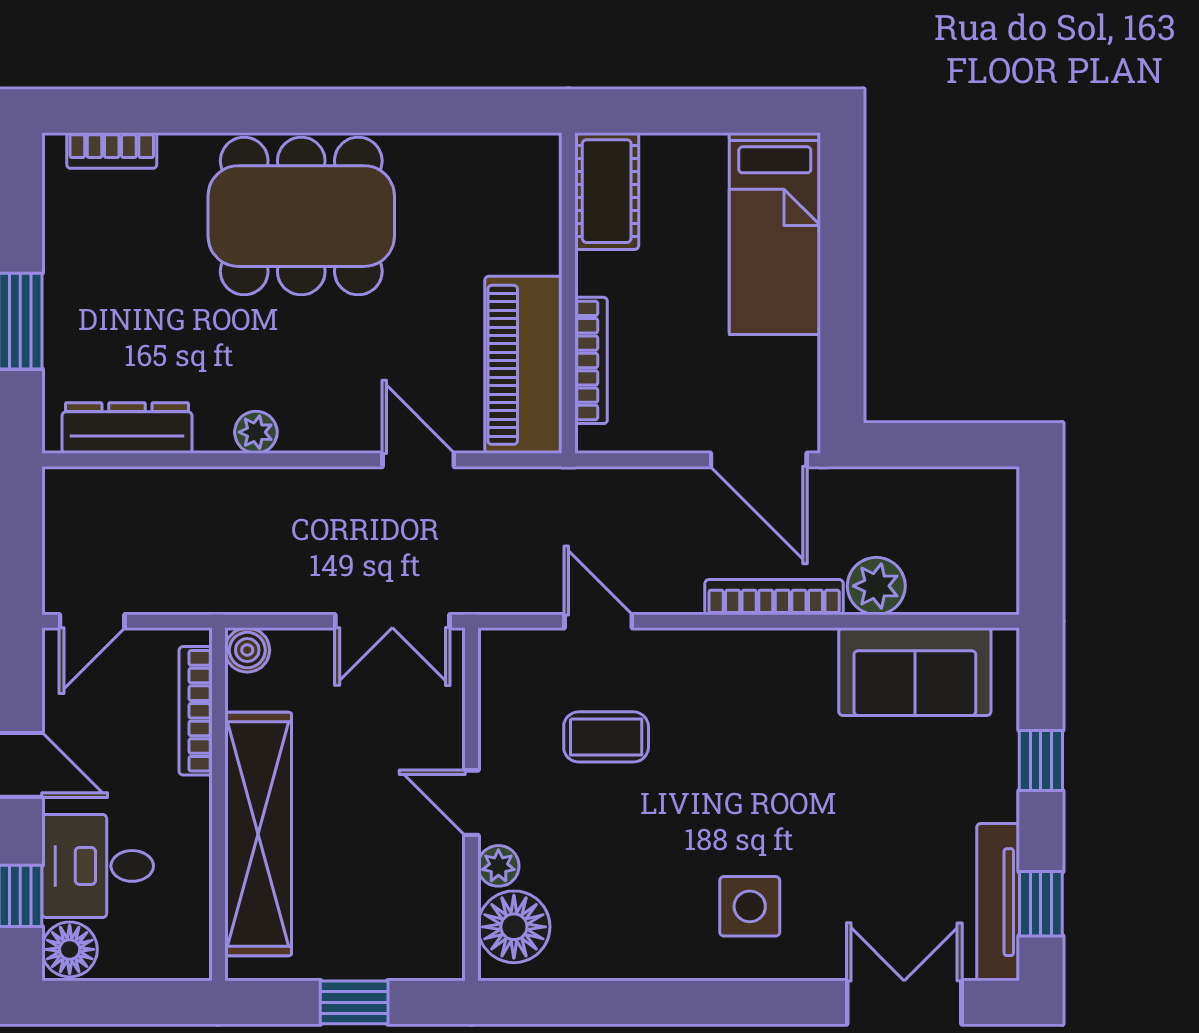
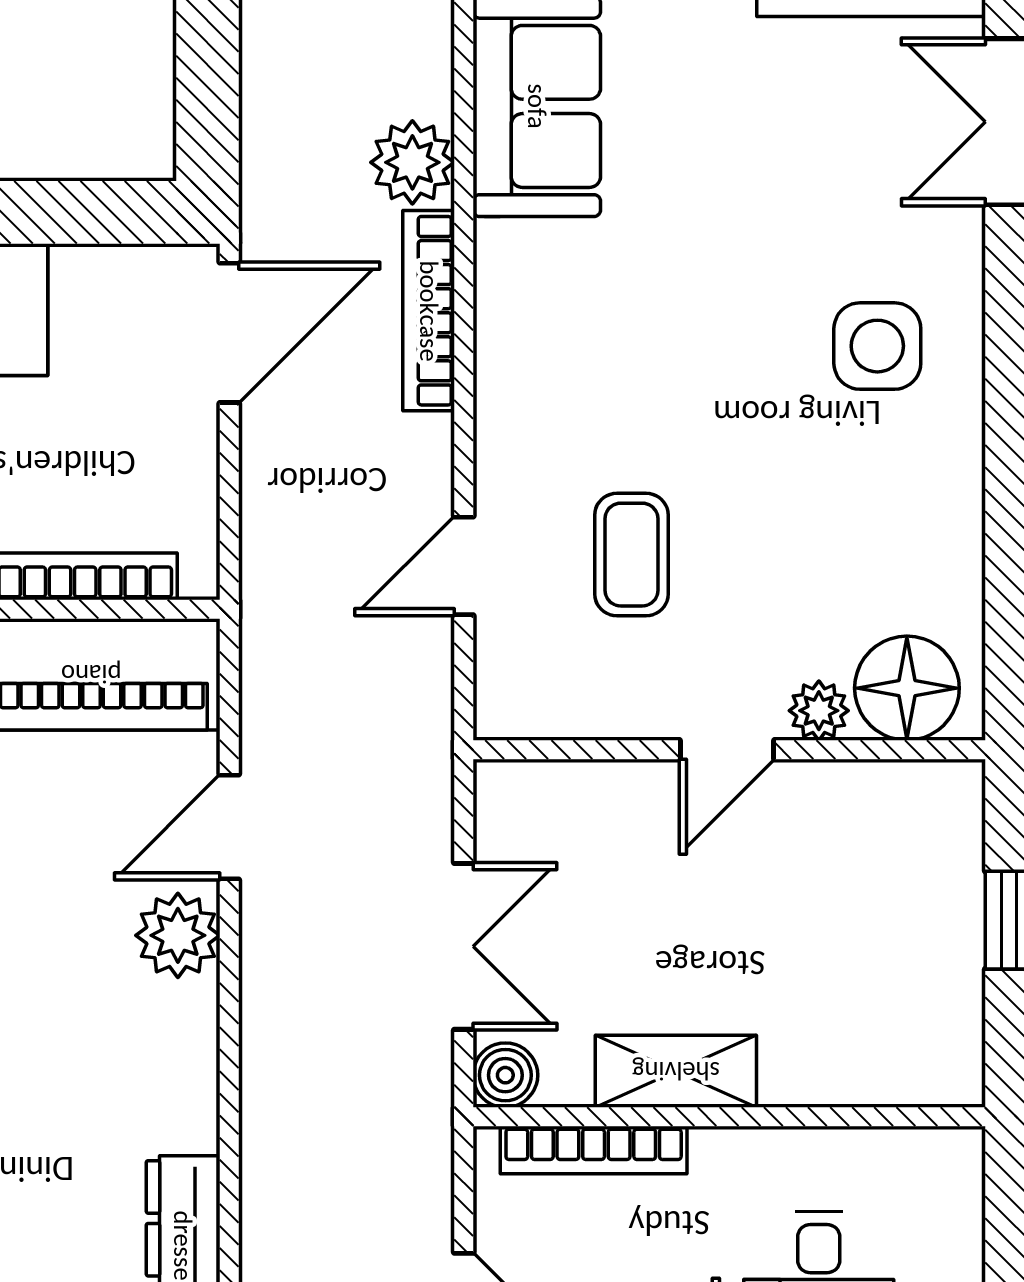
plant: (256, 432) -> (178, 935), moved, width x1.38, depth x1.38
double door: (392, 621) -> (464, 946), moved
shelving: (258, 834) -> (676, 1071), width x0.45, depth x0.75

